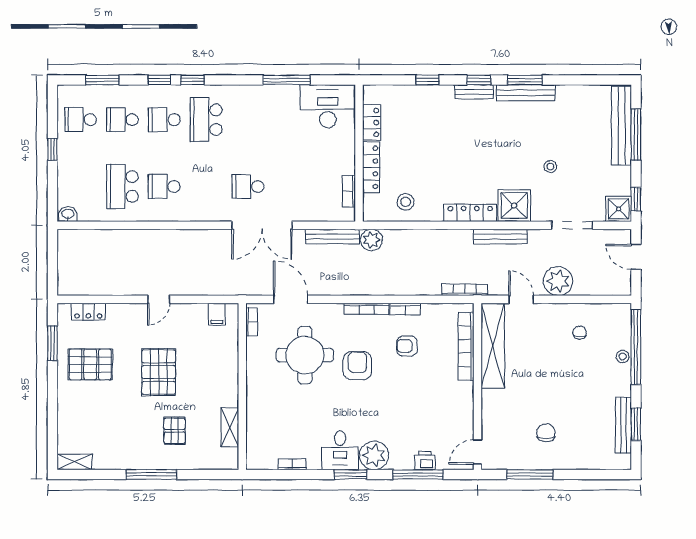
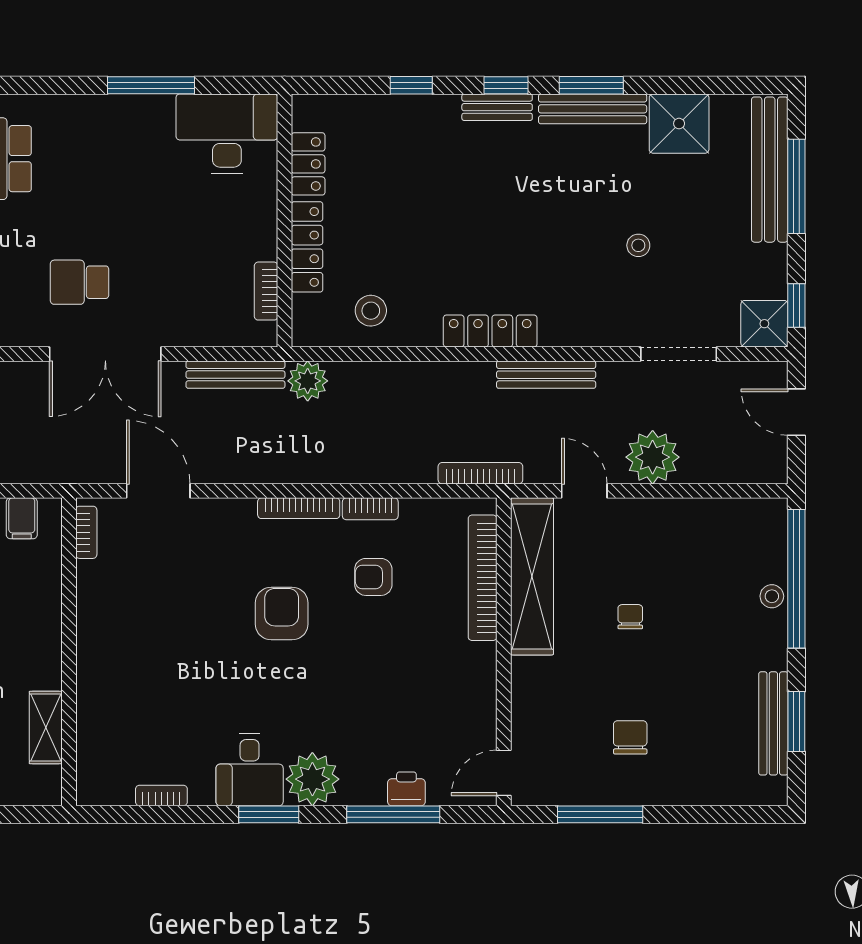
shower: (514, 205) -> (679, 124), moved
chair: (580, 333) -> (630, 617), moved
round table: (305, 355) -> (185, 594), removed

